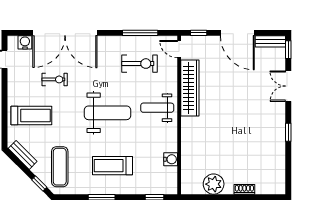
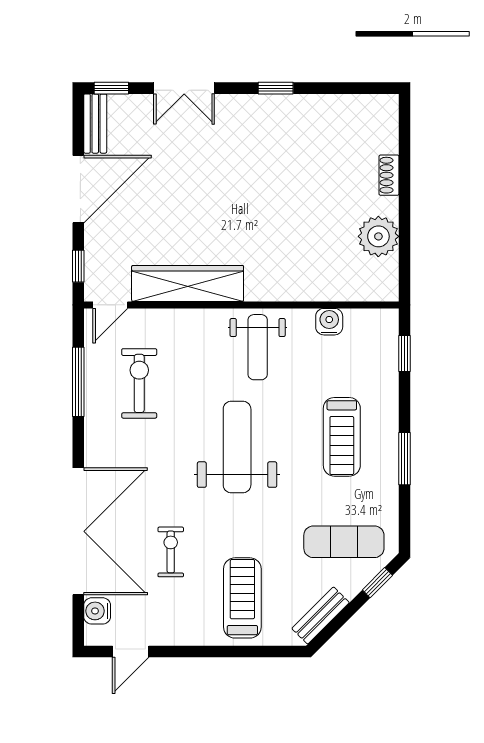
weight bench: (157, 108) -> (258, 347), moved

